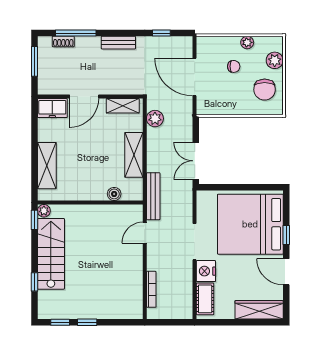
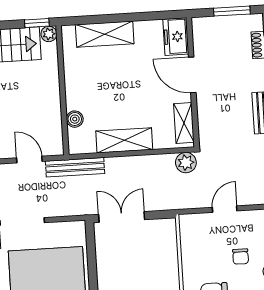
door: (195, 77) -> (225, 209), width x0.53
plant: (155, 119) -> (186, 163), moved

